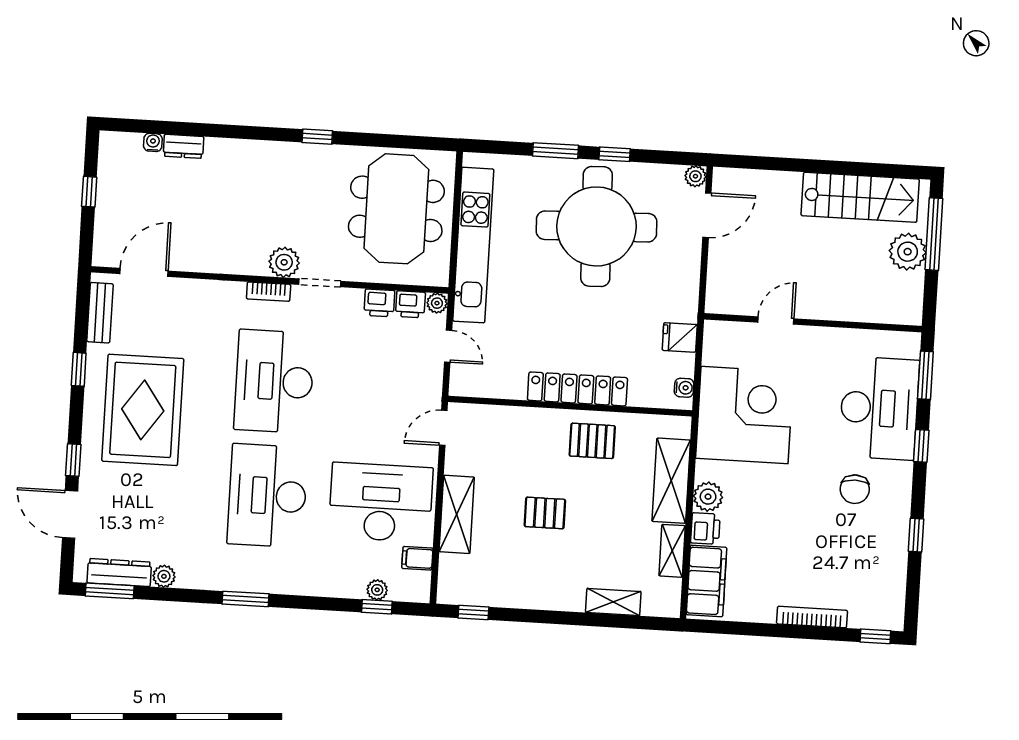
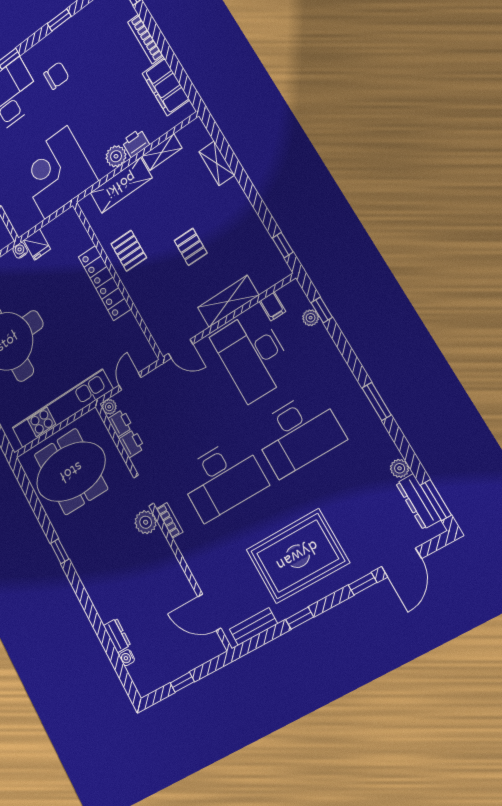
water cooler: (684, 388) -> (20, 250), moved
filing cabinet: (707, 581) -> (166, 87), moved, turned -90

